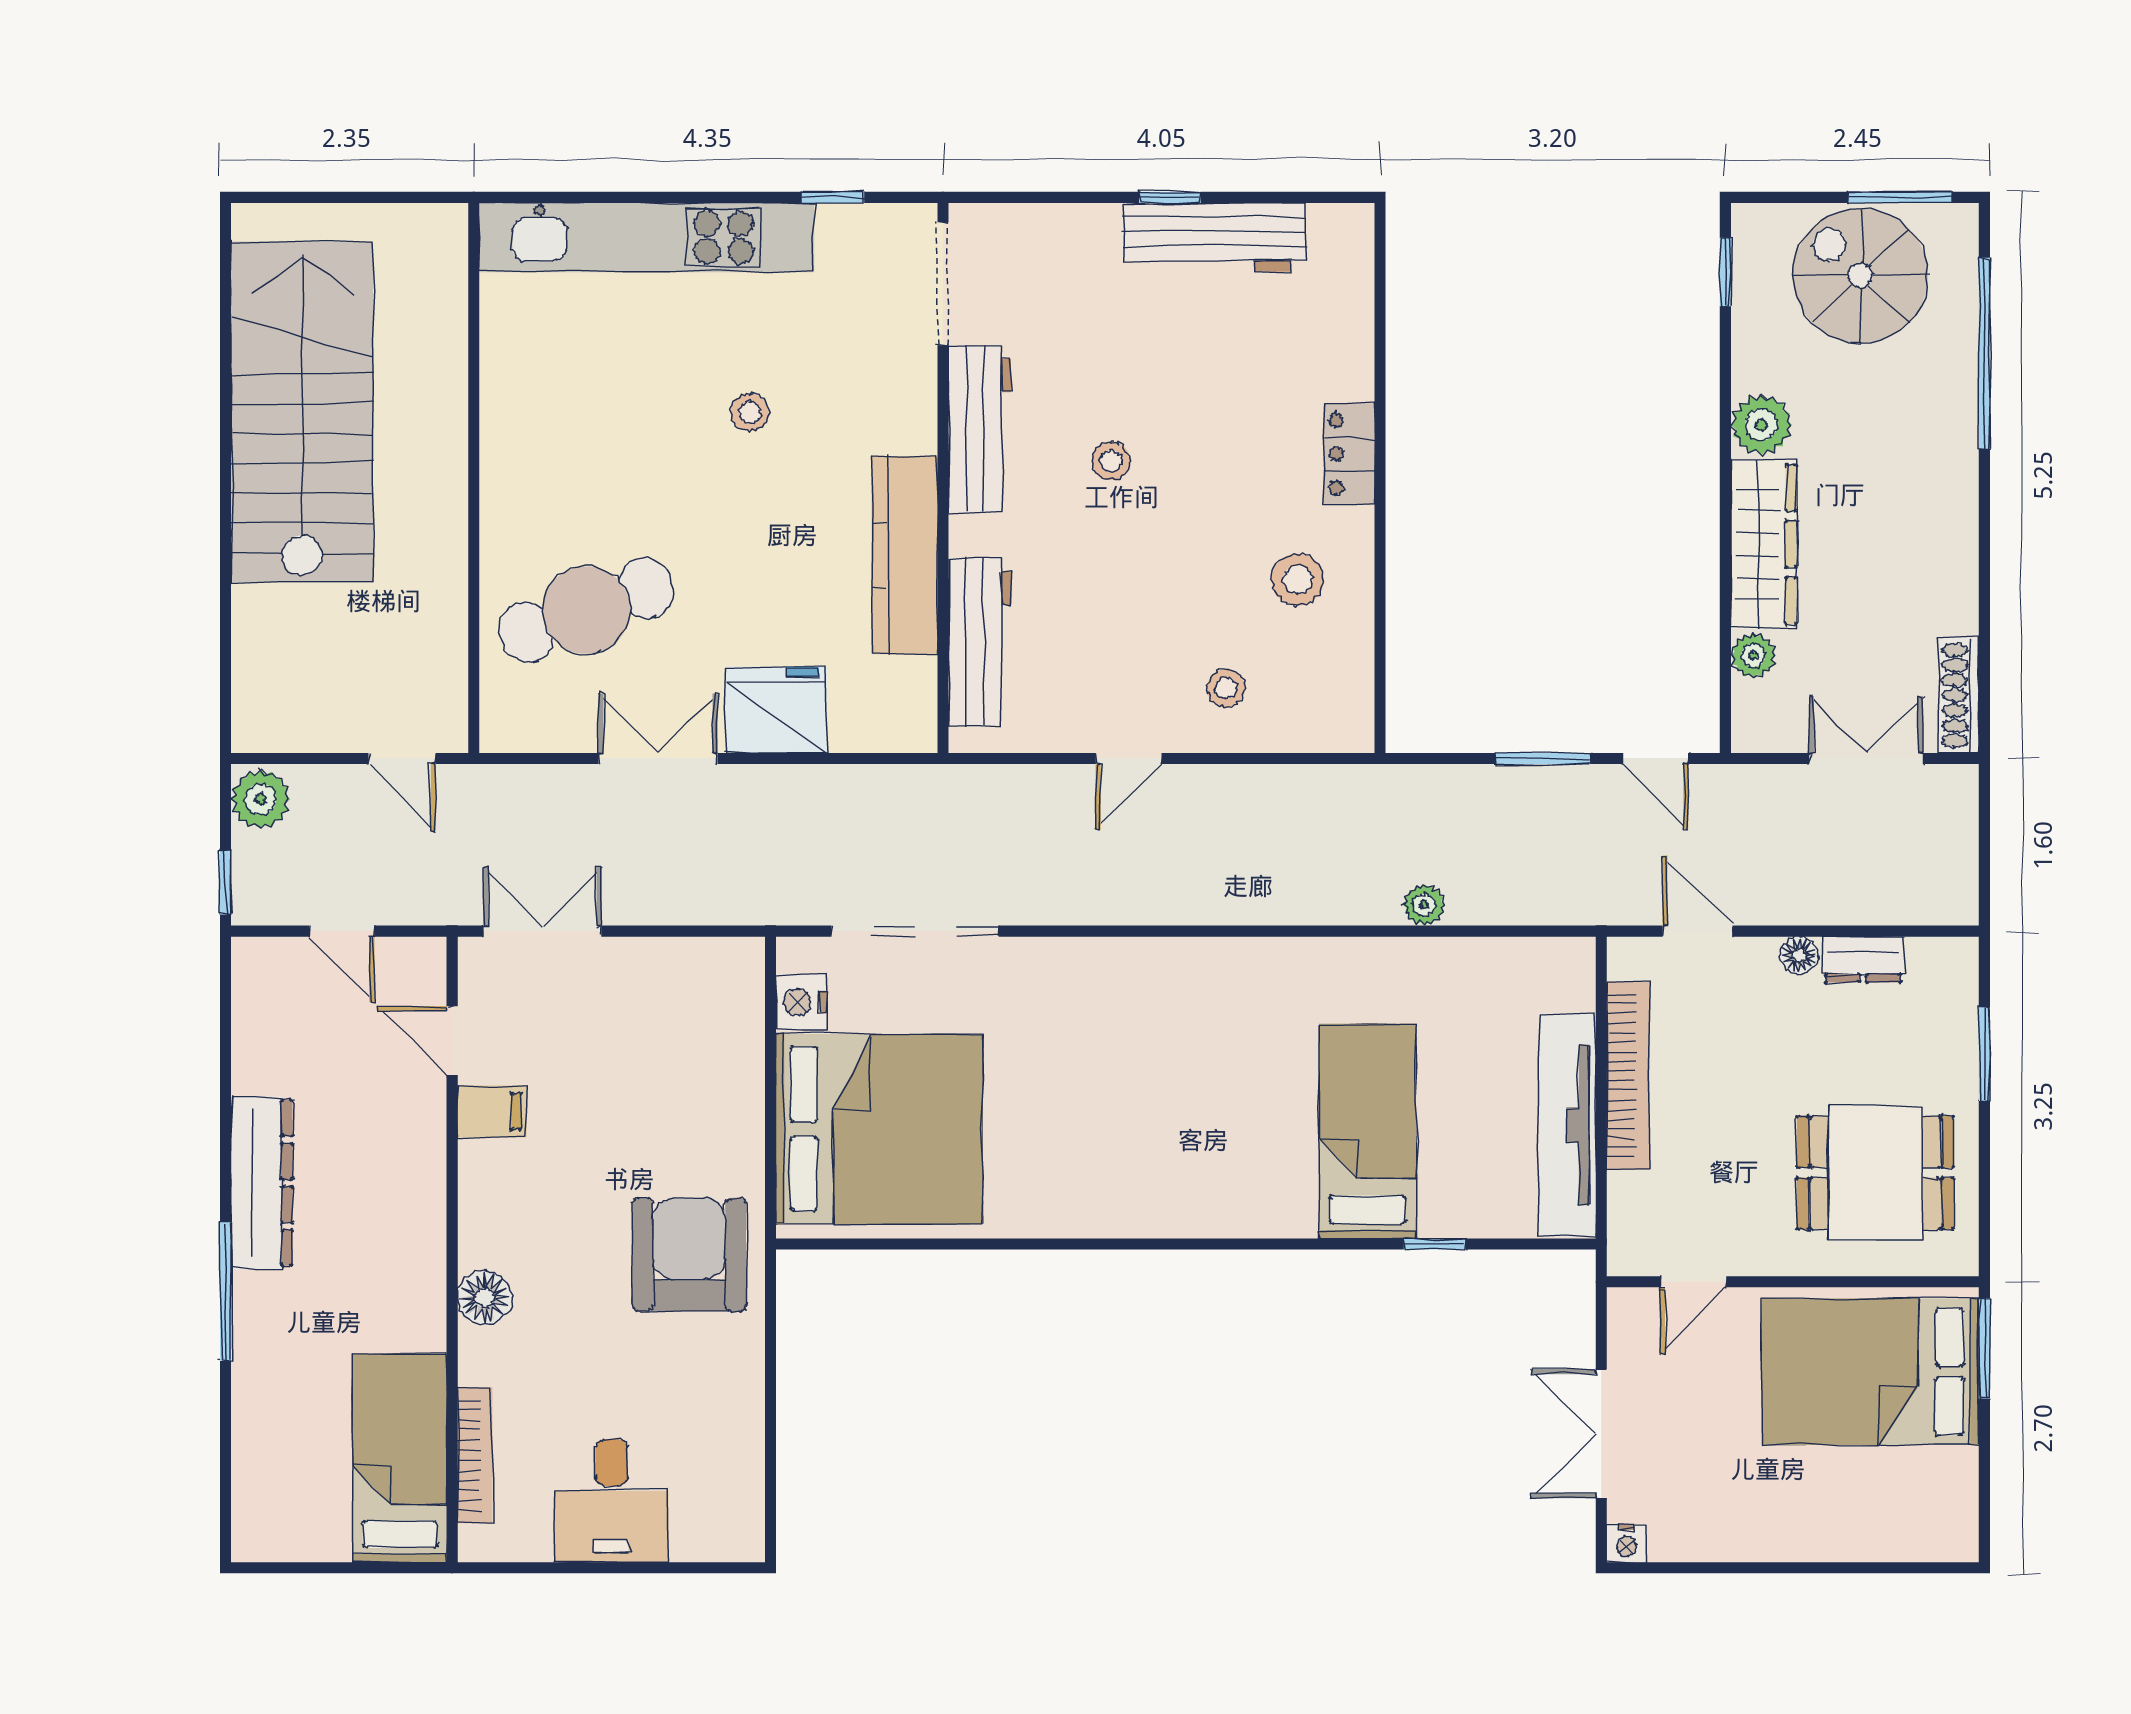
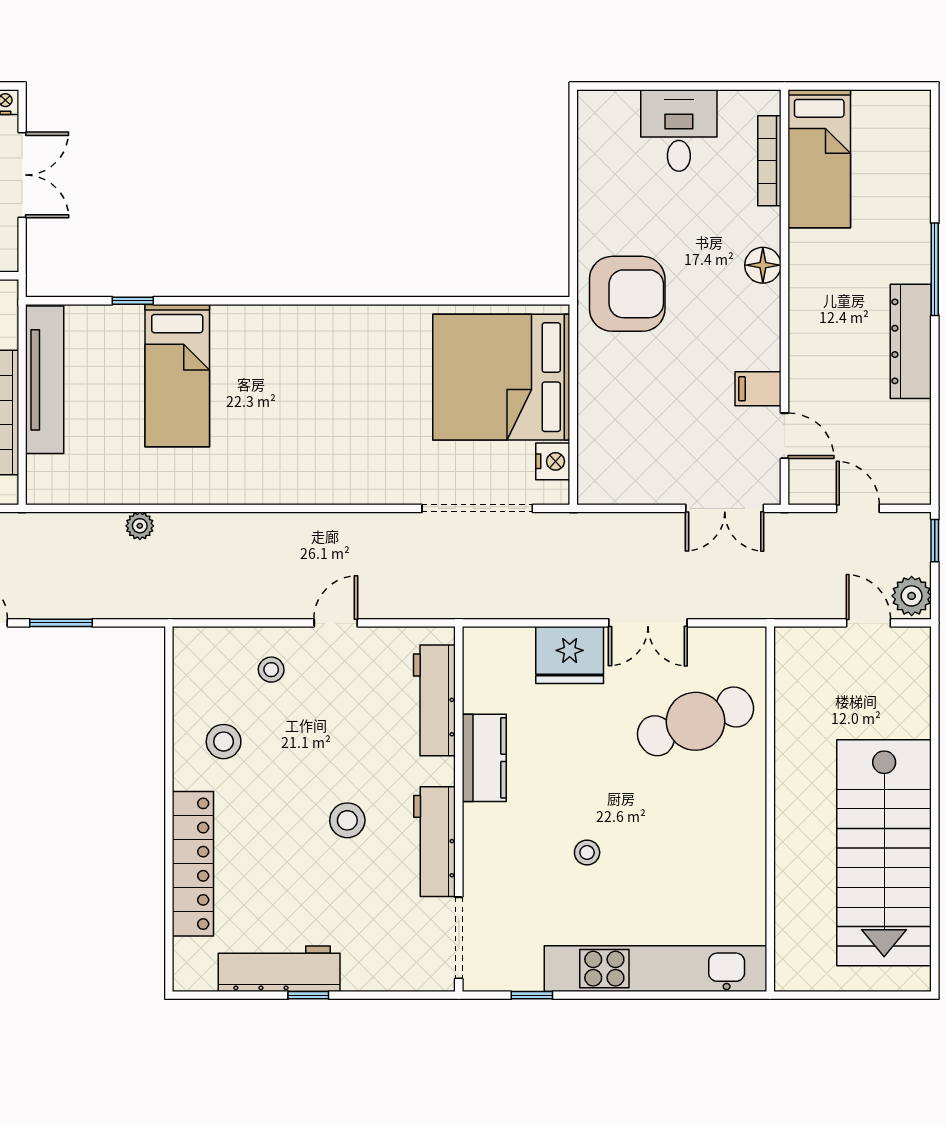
locker: (1349, 454) -> (193, 864), width x2.16, depth x1.21
stool: (1111, 461) -> (347, 820), width x1.37, depth x1.37
kitchen counter: (905, 555) -> (484, 758), width x0.67
door: (402, 758) -> (868, 623), moved
armchair: (689, 1254) -> (627, 294), turned -90

